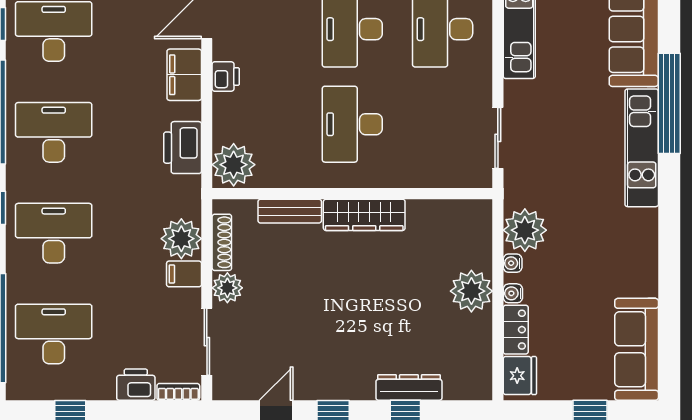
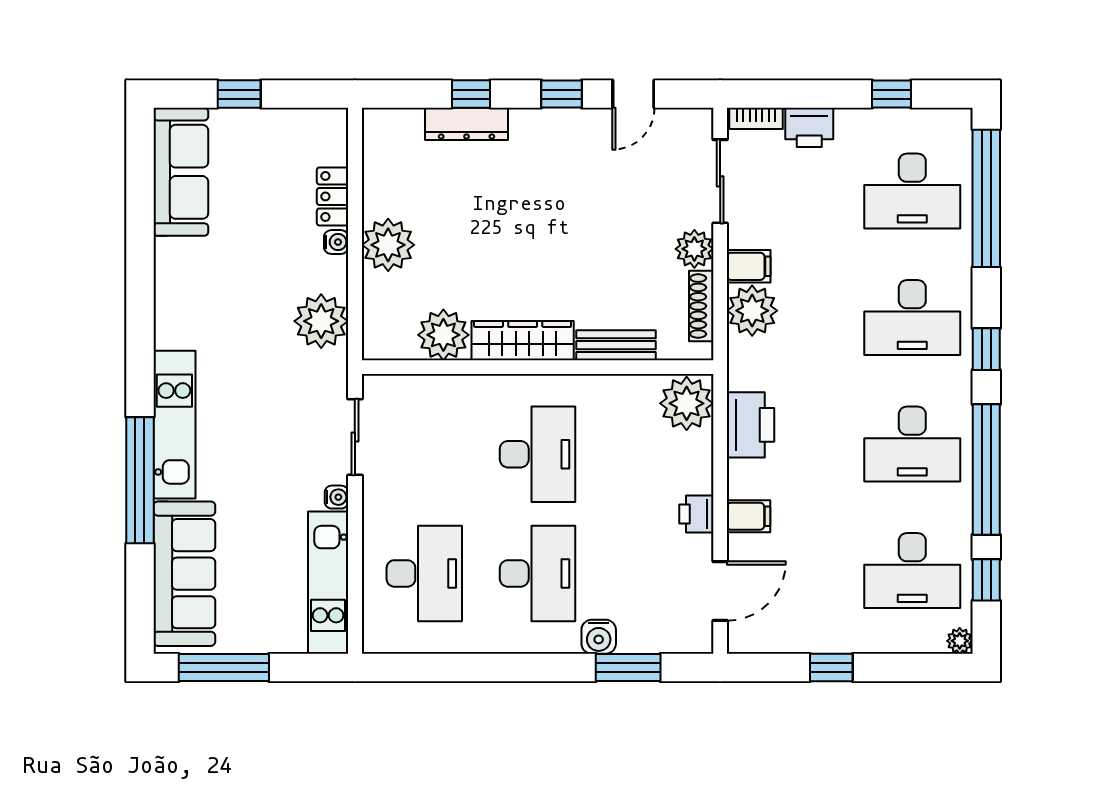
filing cabinet: (184, 75) -> (748, 516), width x0.50
plant: (427, 219) -> (443, 335), added
water cooler: (513, 263) -> (336, 497), moved
fridge: (520, 376) -> (327, 139), removed

